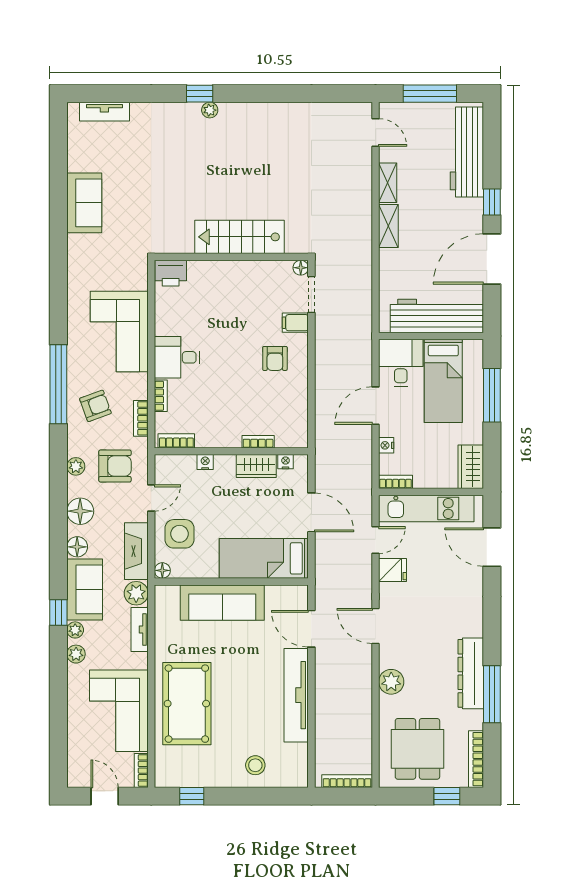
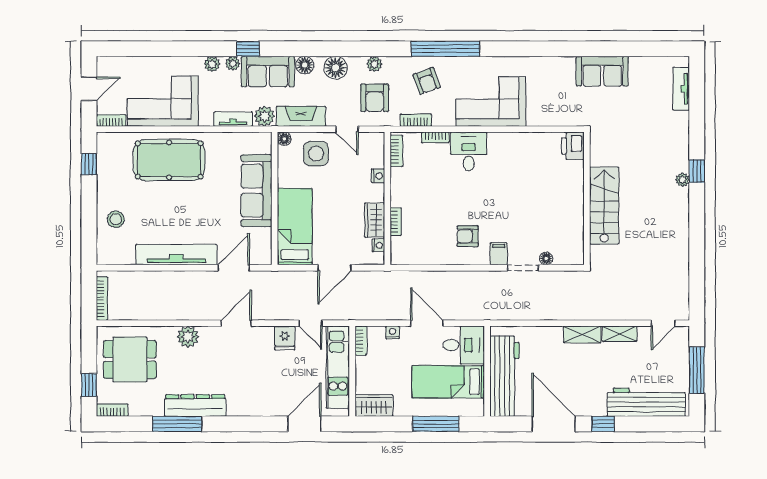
stairs: (239, 237) -> (604, 206), moved
wall: (231, 257) -> (587, 198), moved
printer: (171, 273) -> (573, 146), moved
bookcase: (476, 759) -> (112, 410), width x0.64

